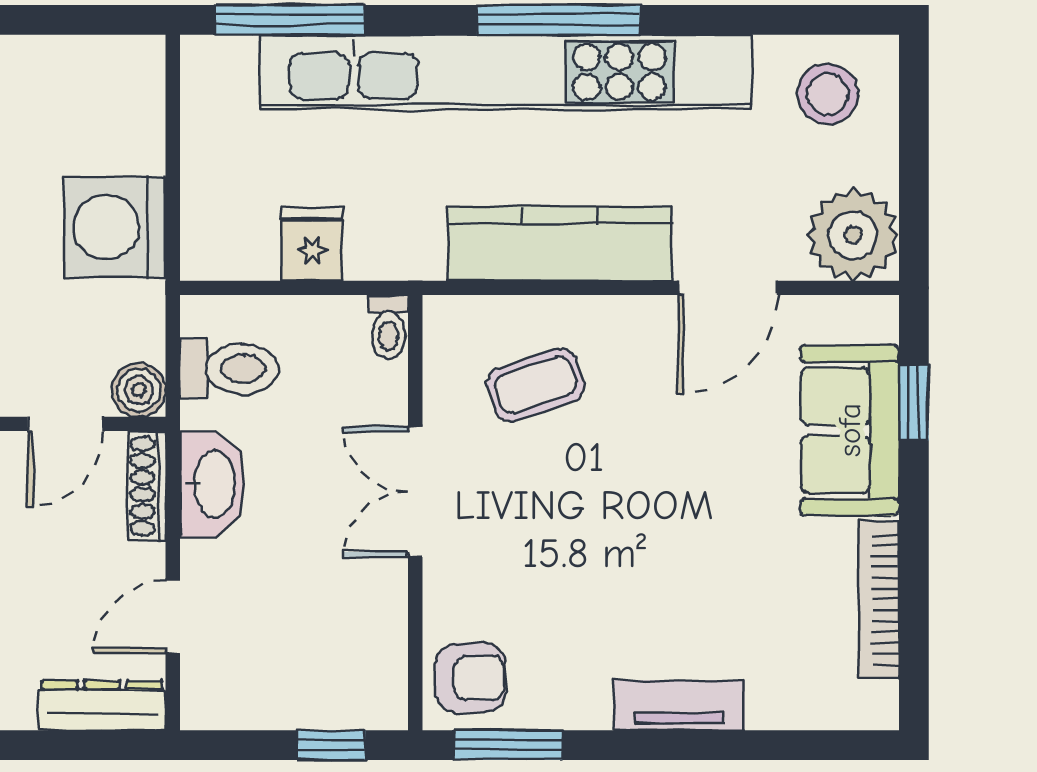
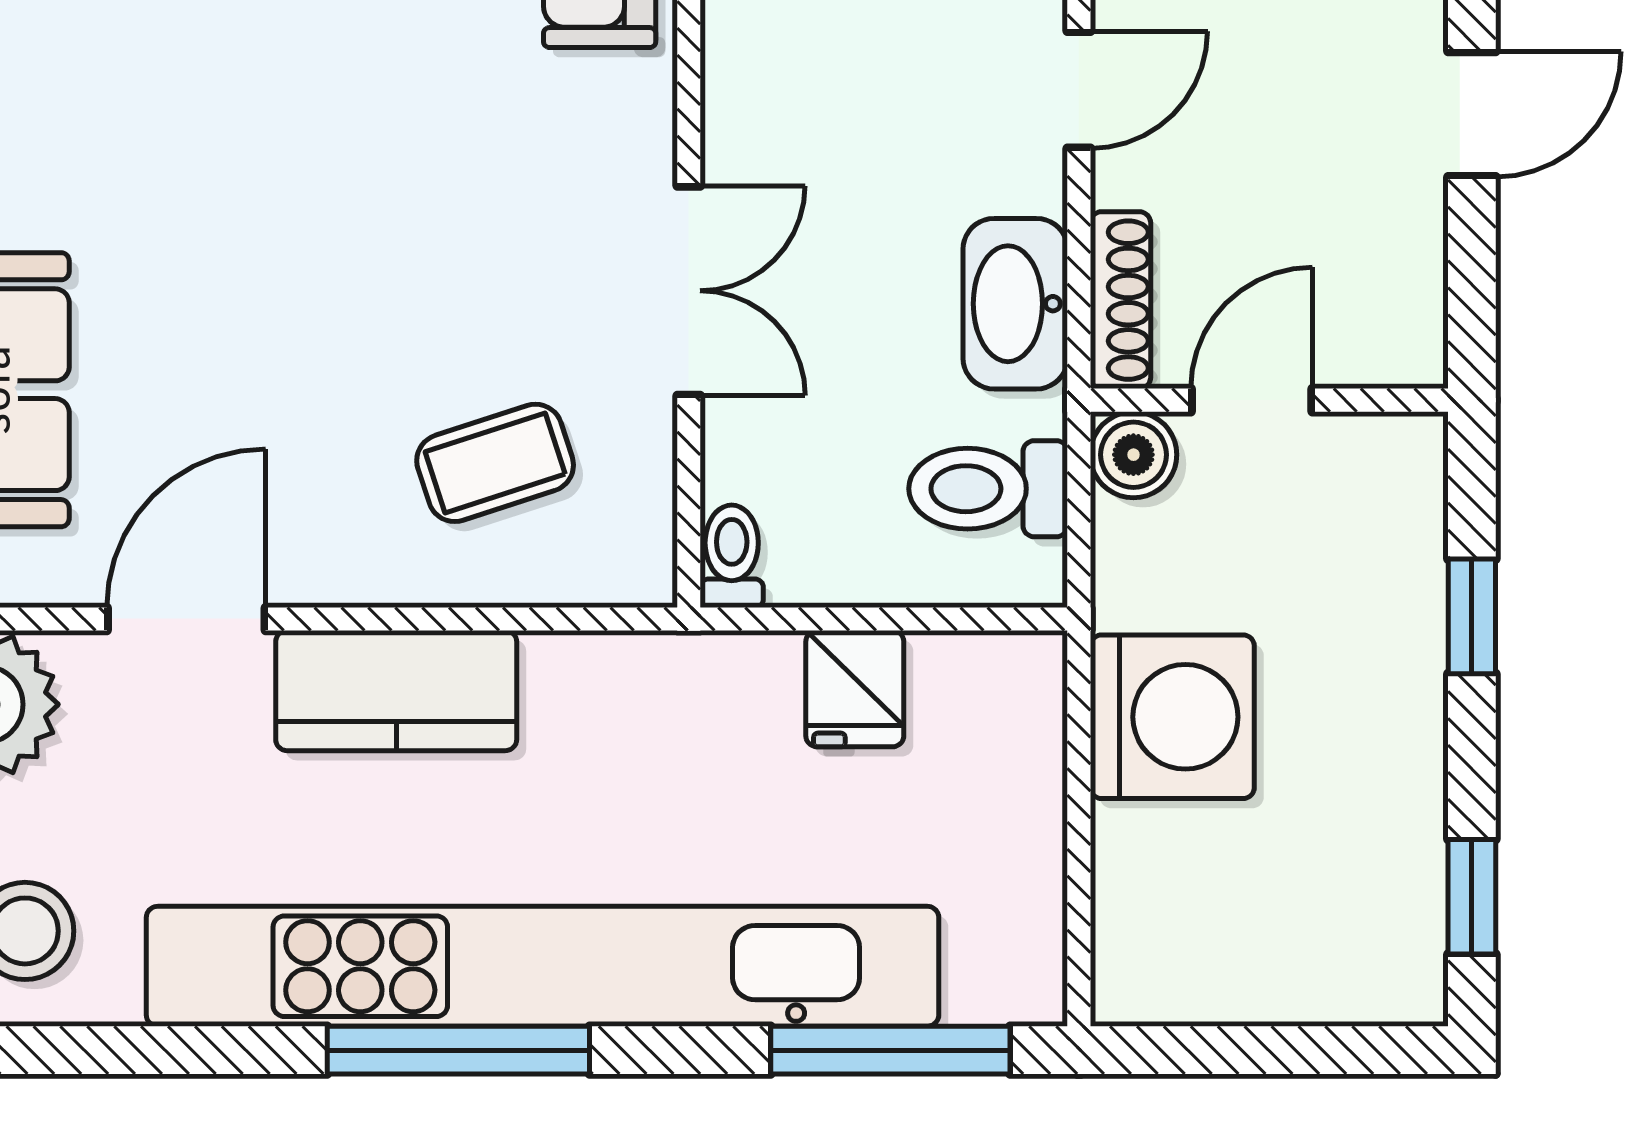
kitchen counter: (560, 243) -> (396, 691), width x0.67

